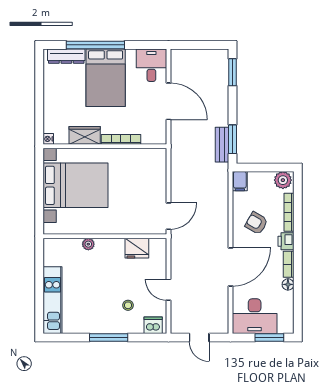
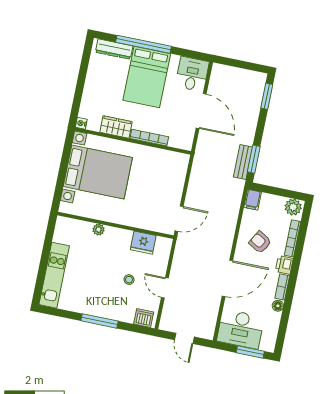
stool: (128, 305) -> (129, 280), moved

